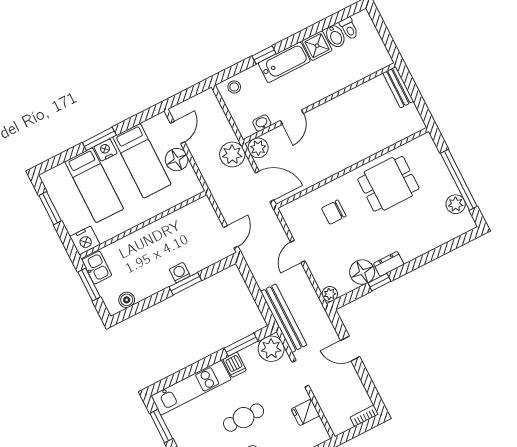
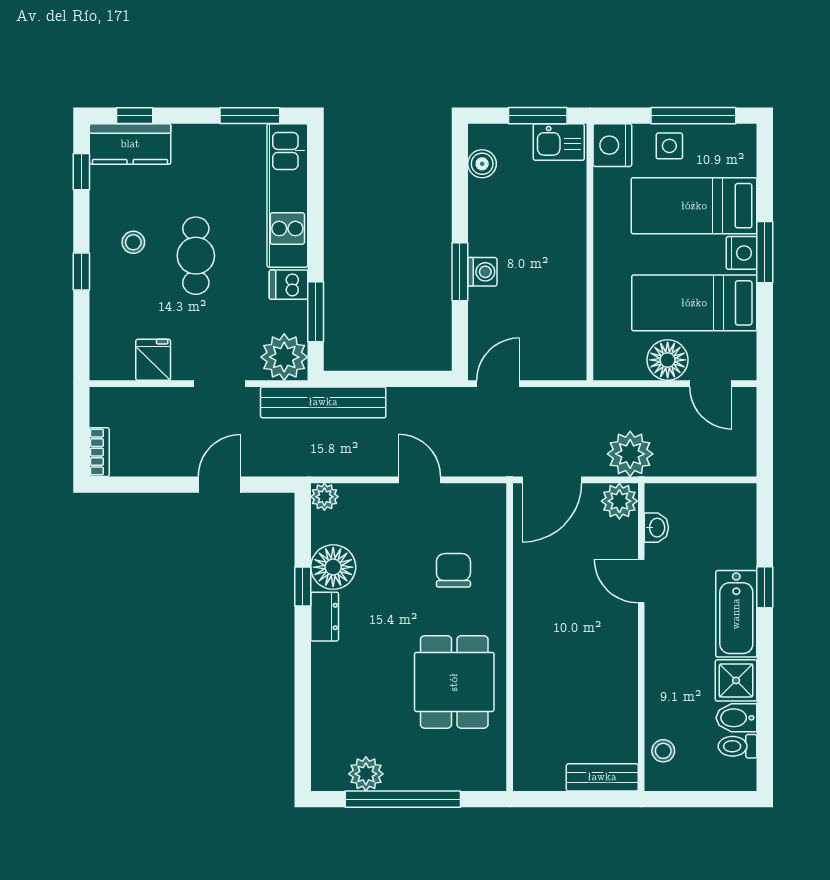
stool: (234, 87) -> (663, 751), moved
window: (50, 208) -> (693, 116), width x1.44
side table: (71, 212) -> (669, 146), added
door: (231, 237) -> (498, 384), swing flipped

